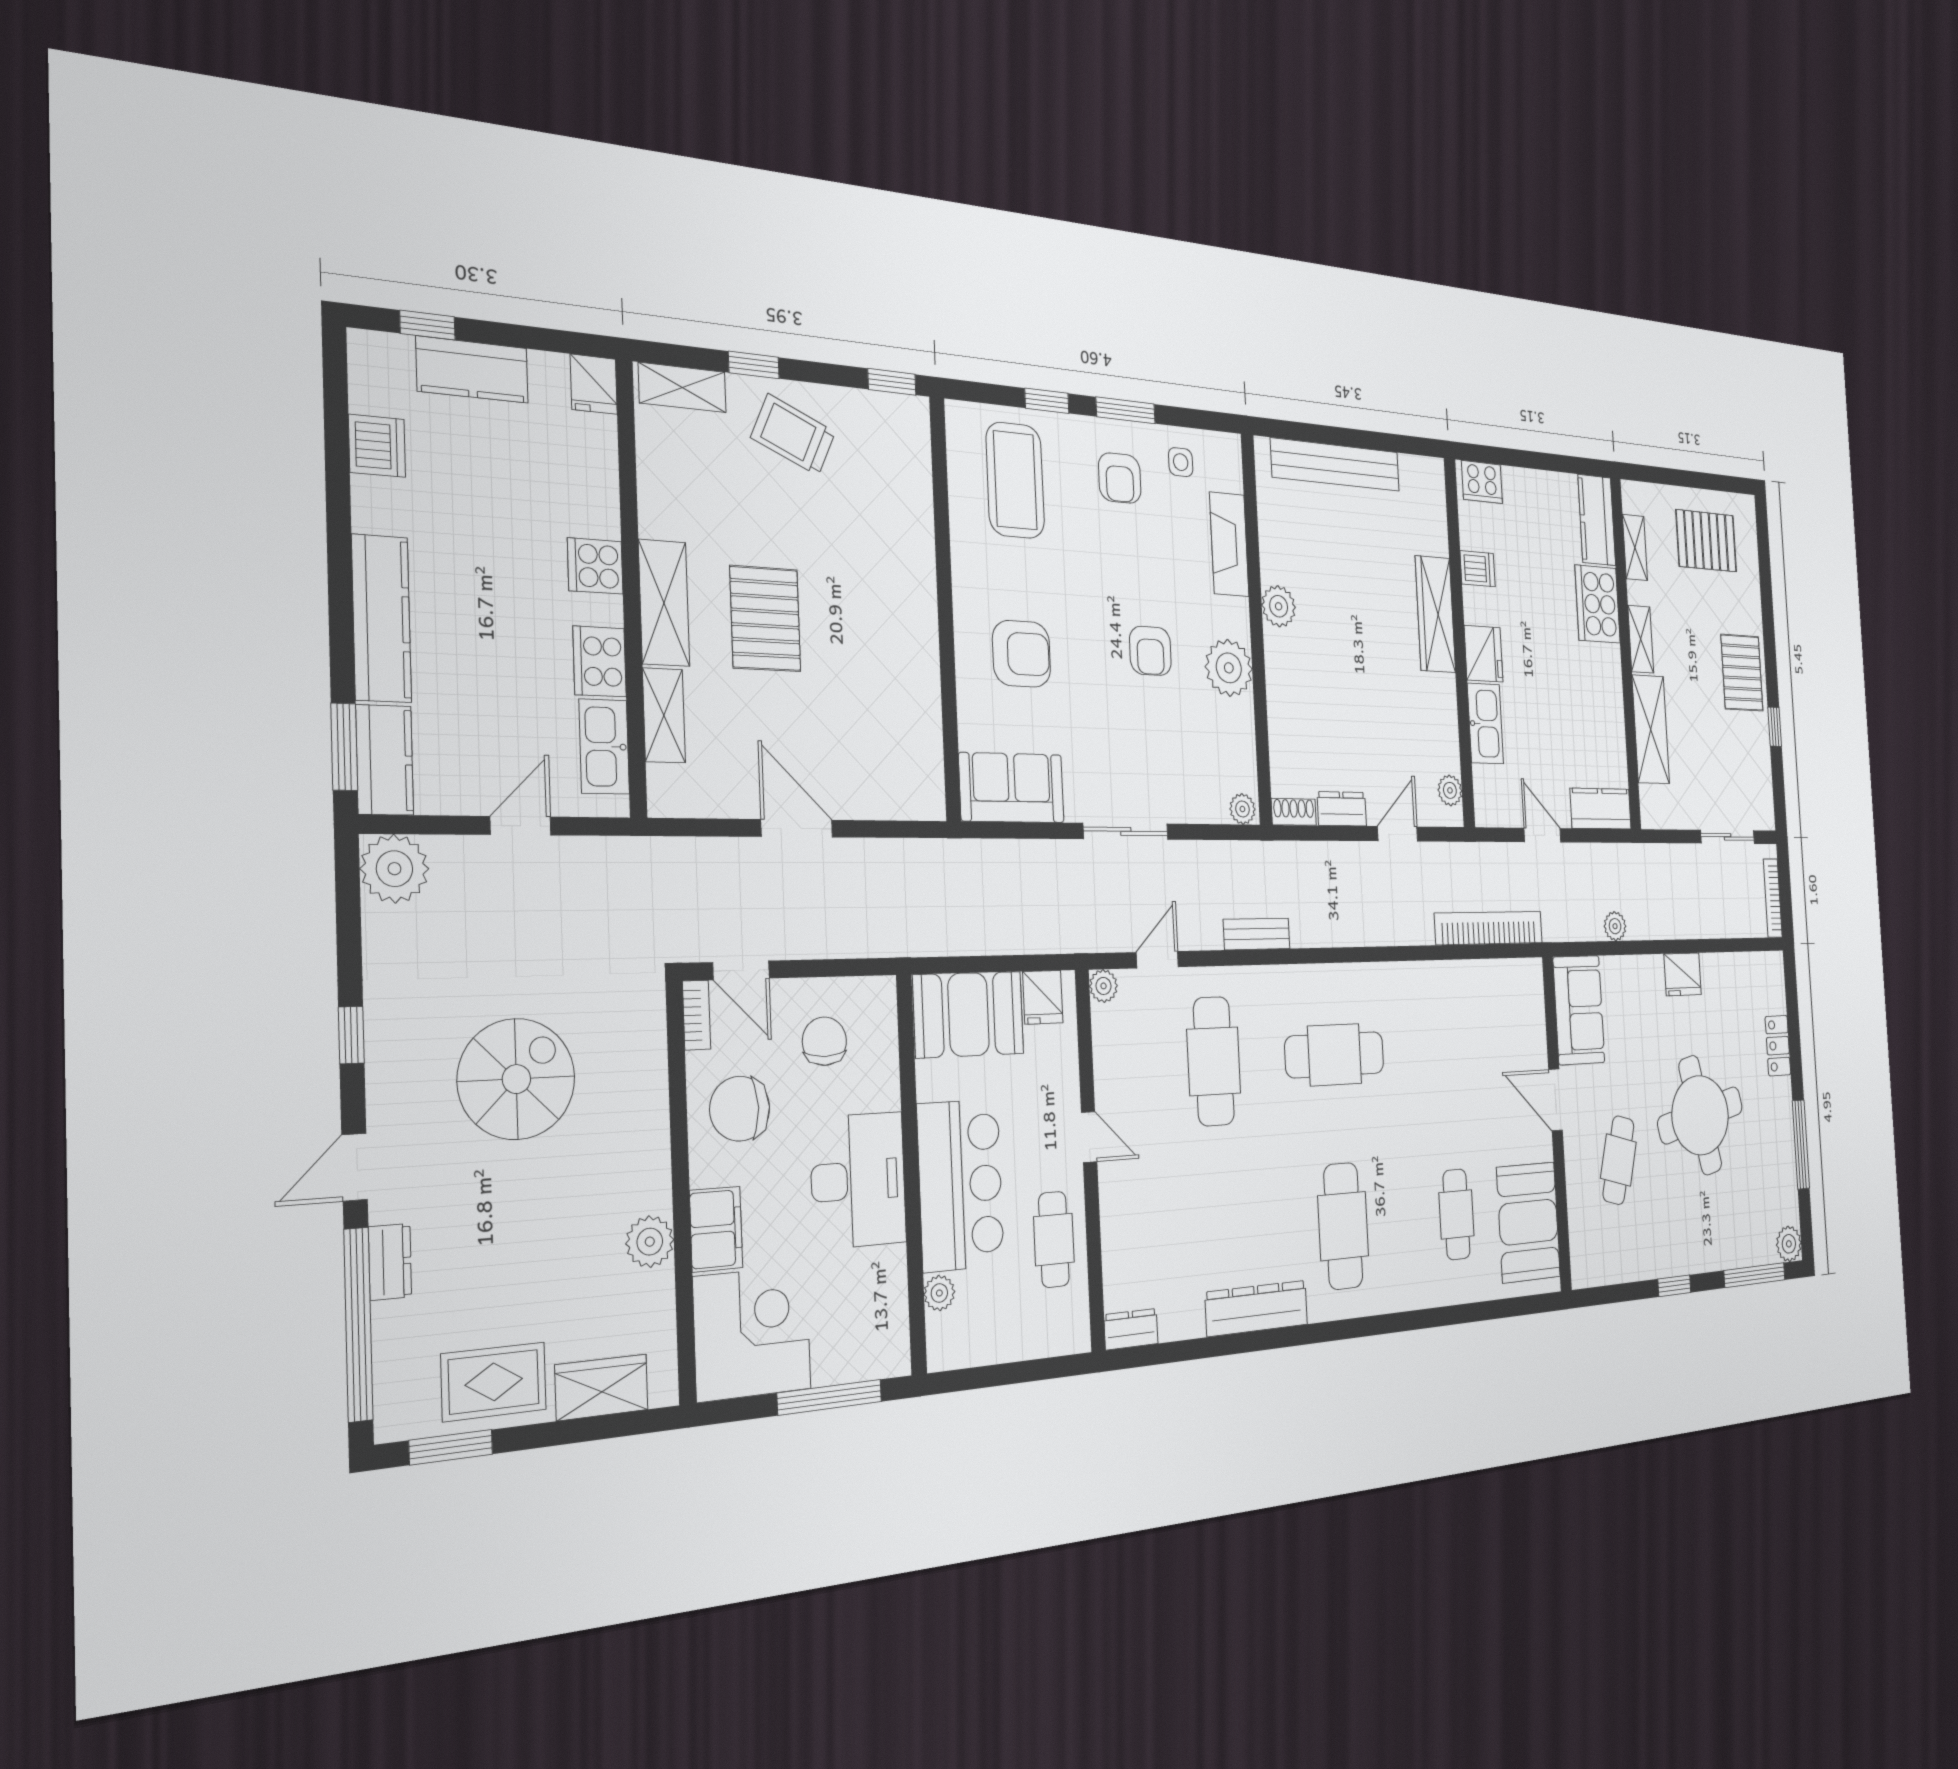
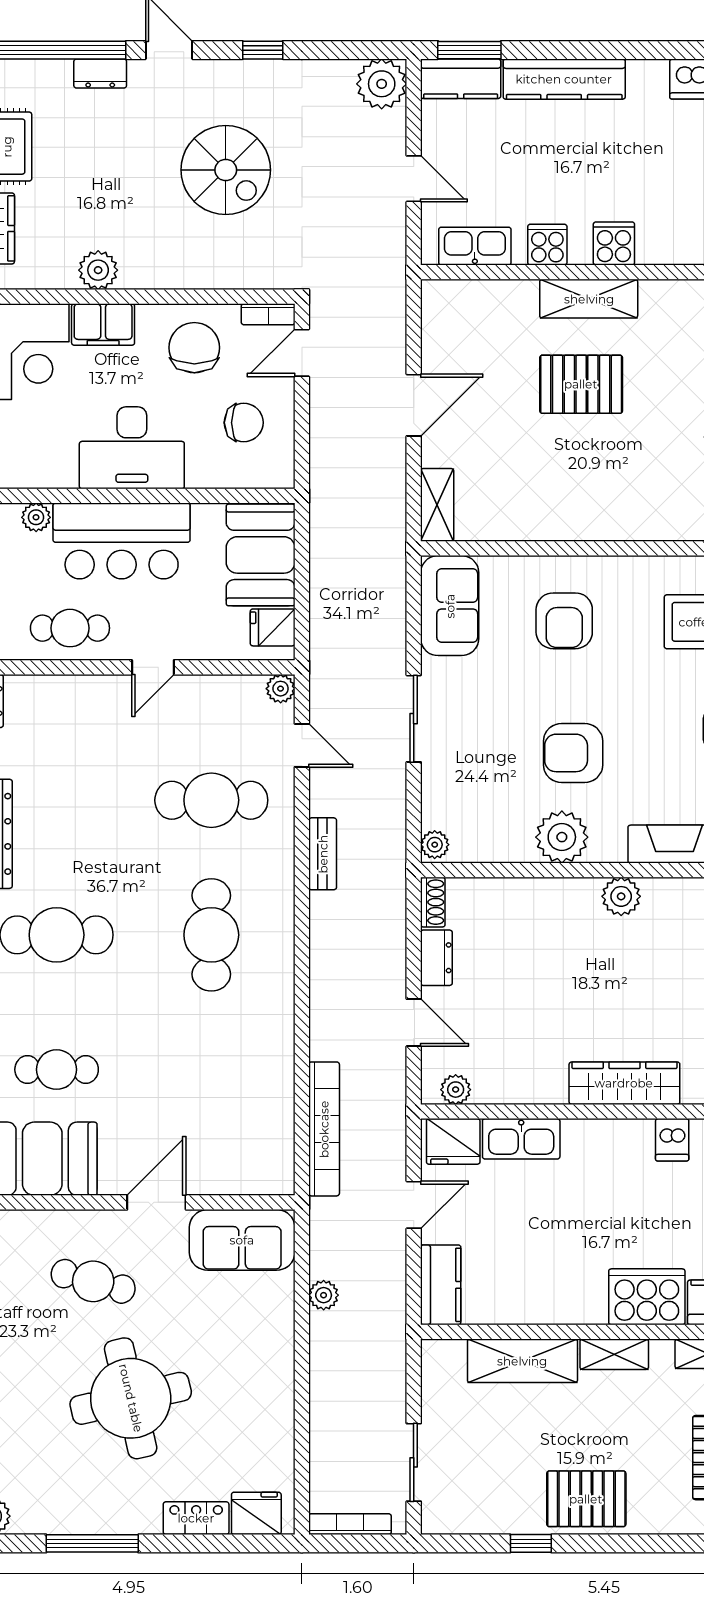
armchair: (1150, 651) -> (573, 753), width x1.38, depth x1.38
fridge: (1484, 654) -> (453, 1141), moved
cooker: (600, 661) -> (547, 245), width x0.73
shelving: (664, 715) -> (437, 505), moved, turned 90
fridge: (1683, 974) -> (256, 1513), moved, turned 90

